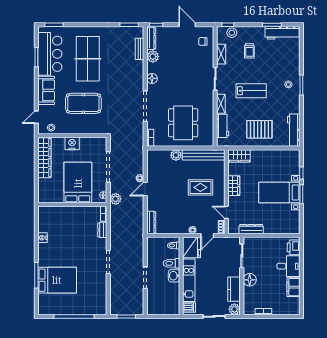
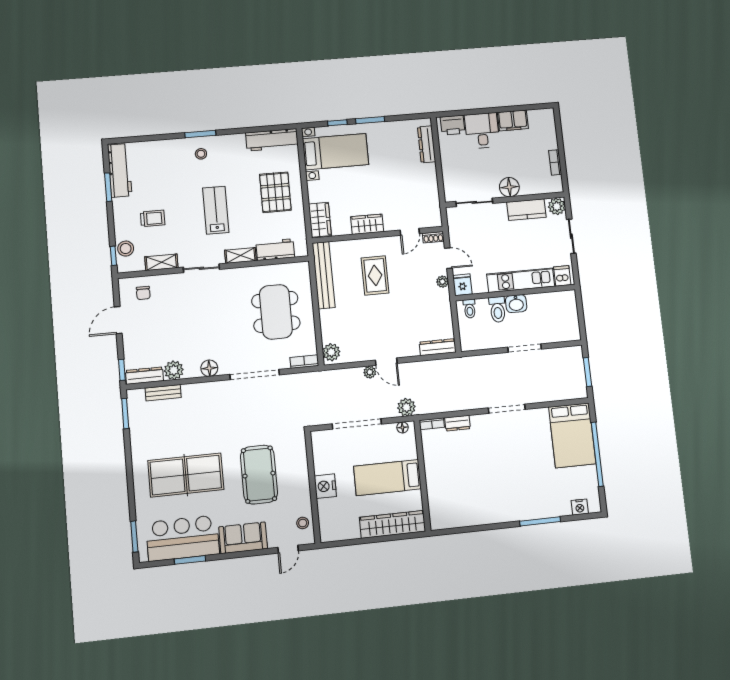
door: (36, 117) -> (288, 549), hinge flipped
dining table: (183, 123) -> (276, 312), turned 90
plant: (176, 155) -> (331, 352), moved
wardrobe: (44, 158) -> (393, 524), moved
bed: (78, 183) -> (387, 478), width x0.67
bed with nightstands: (279, 193) -> (336, 152), moved, turned -90
dresser: (251, 229) -> (427, 144), moved
nightstand: (42, 238) -> (580, 507), moved
fridge: (192, 247) -> (462, 285), width x0.53, depth x0.75
bed: (57, 280) -> (572, 435), moved, turned 180

